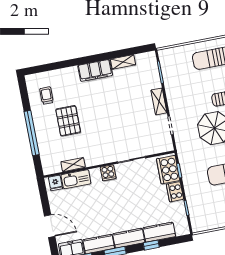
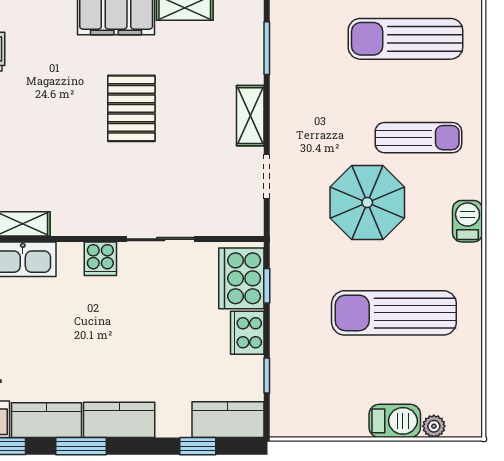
pallet: (68, 121) -> (131, 108), moved
kitchen counter: (159, 232) -> (228, 420), moved
window: (151, 245) -> (198, 446), moved

